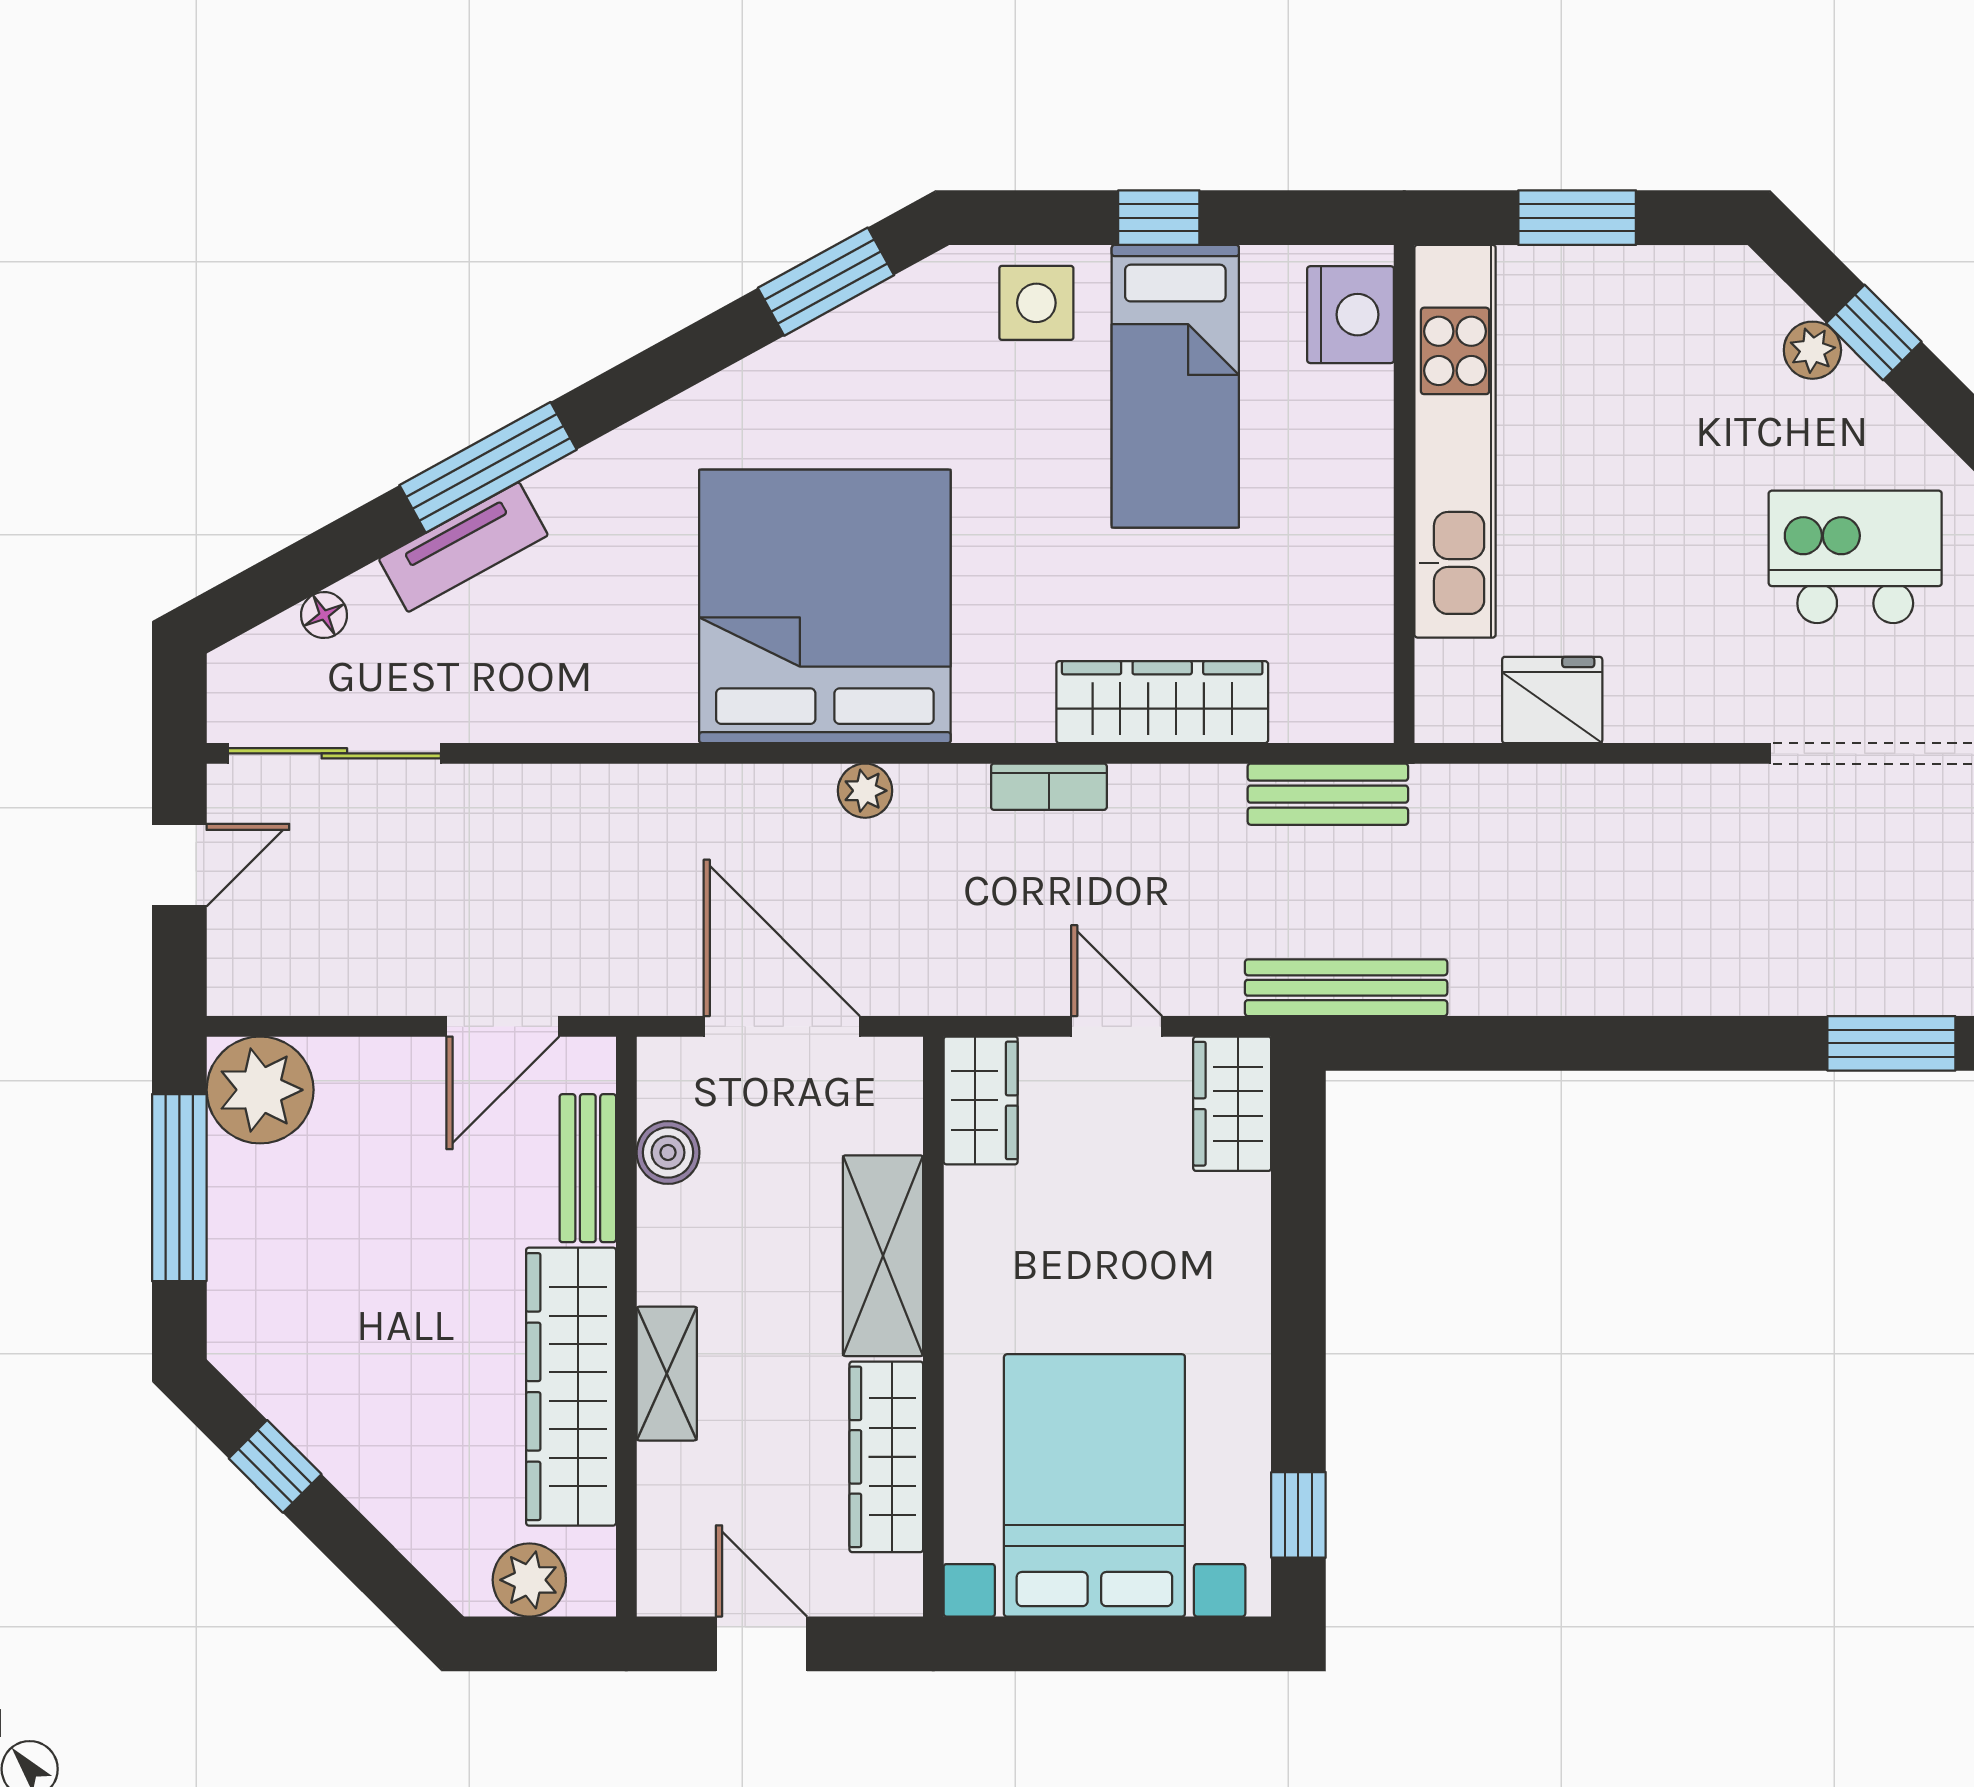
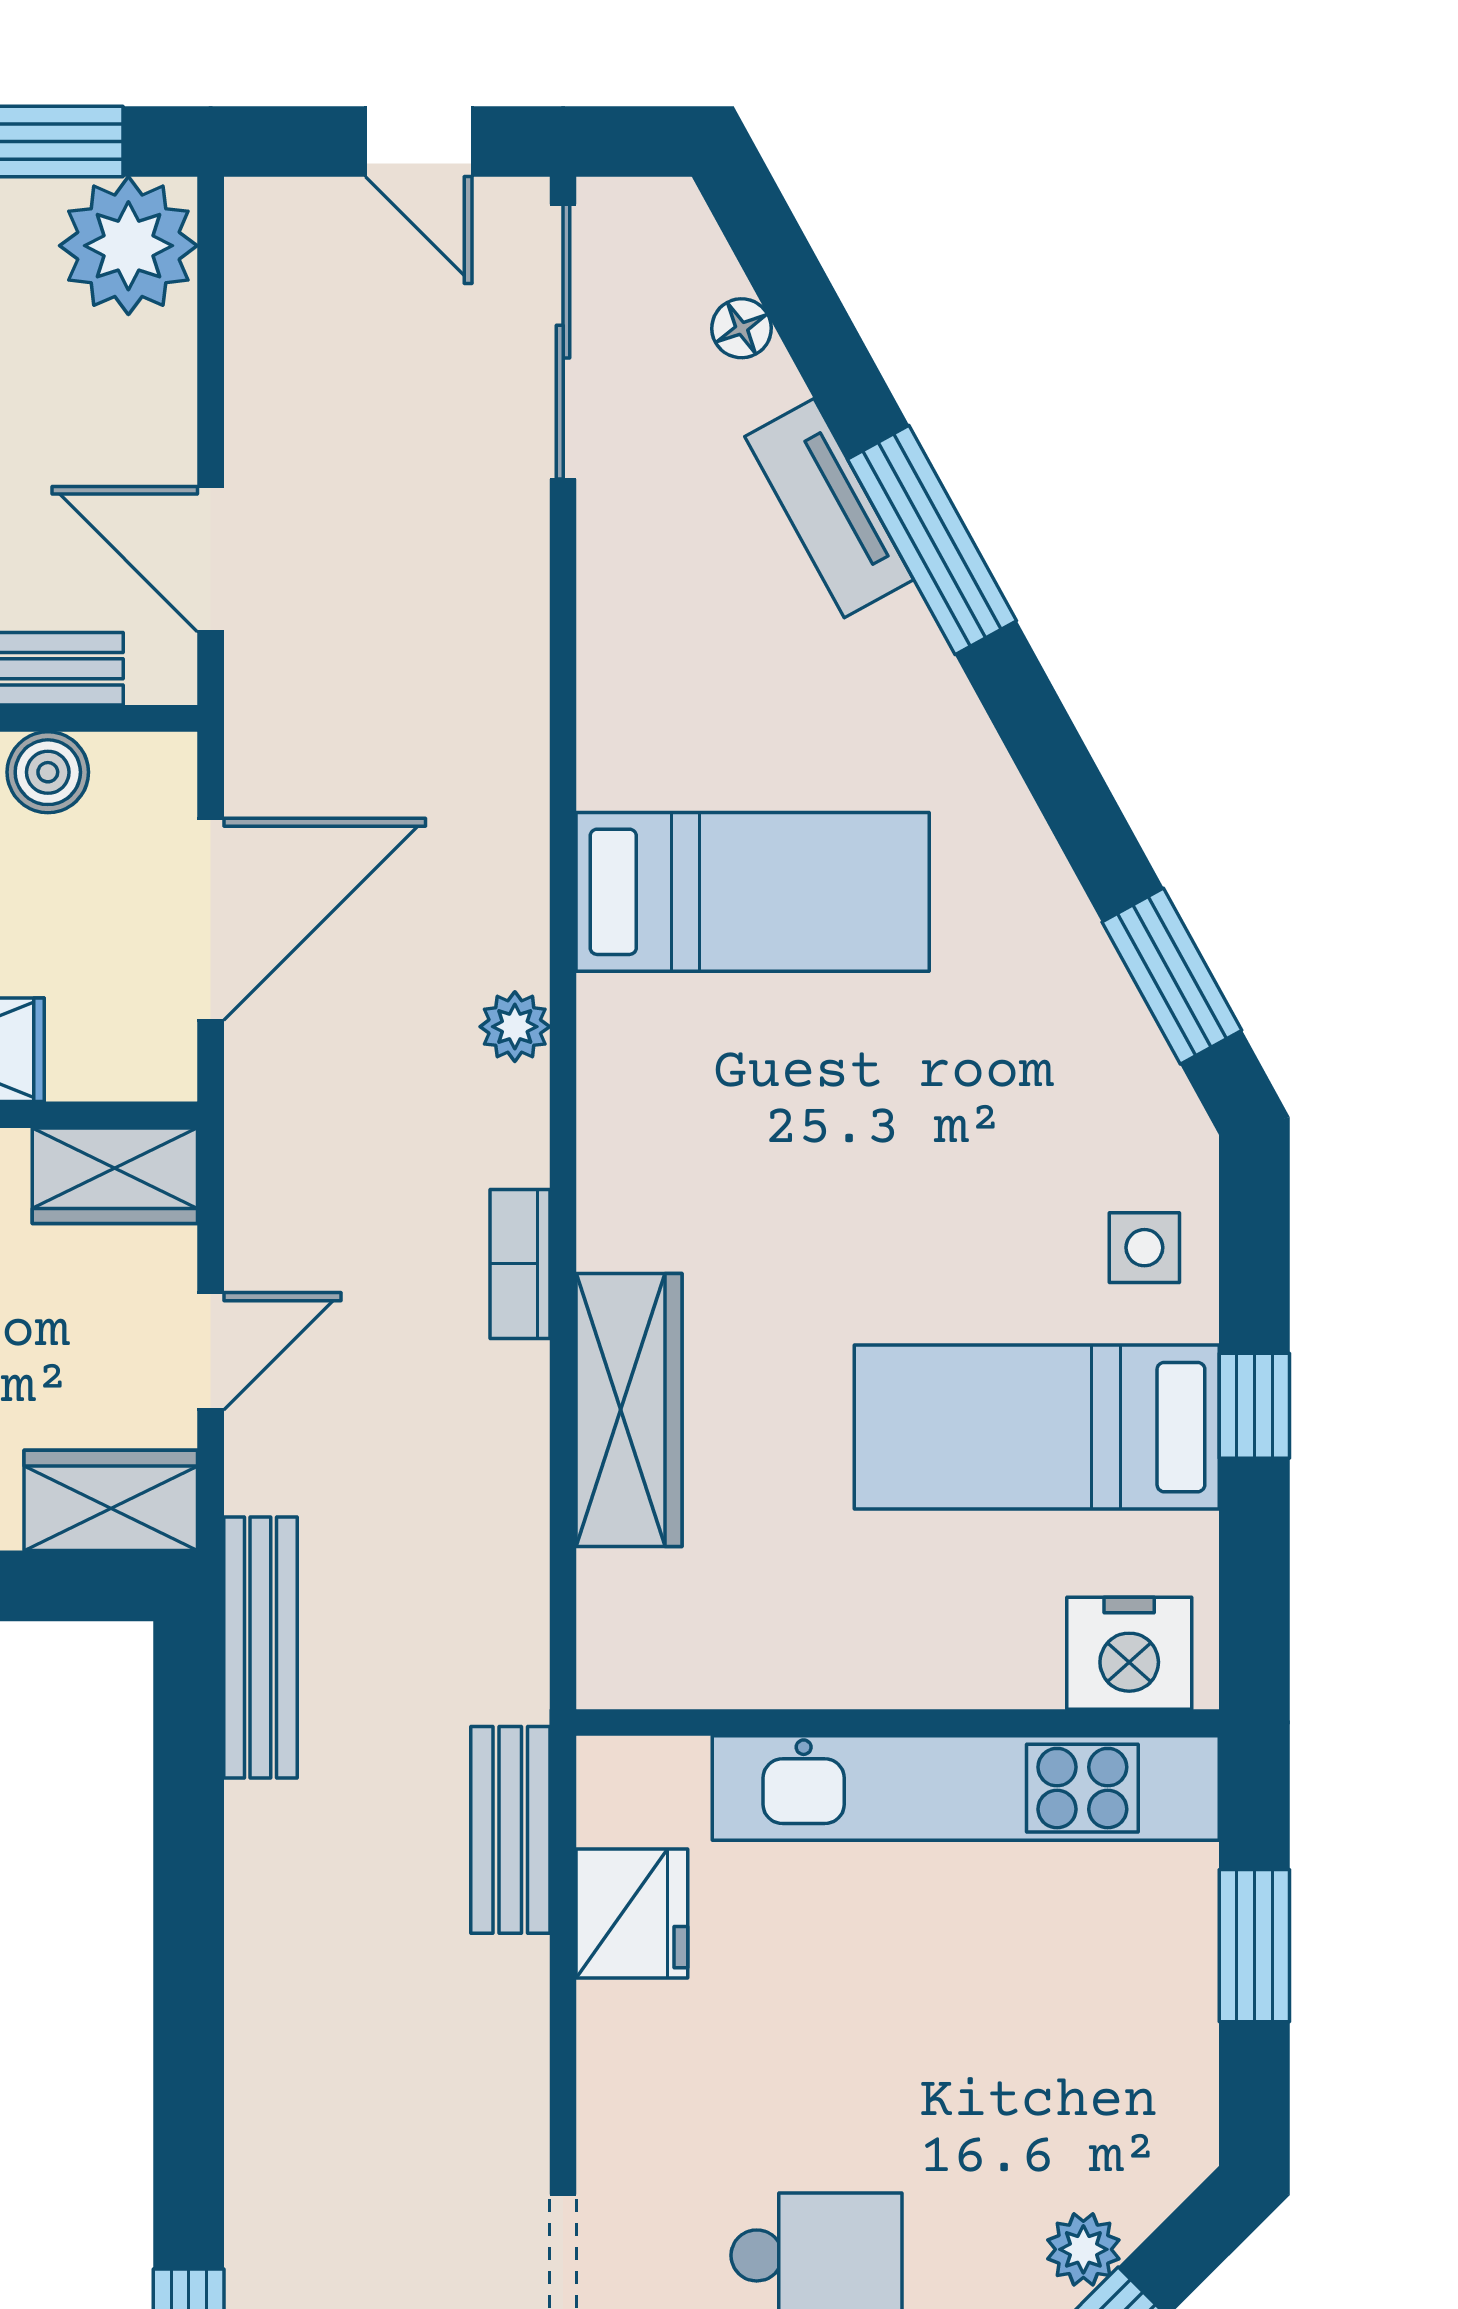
side table: (1036, 303) -> (1144, 1248), width x0.73, depth x0.73
bed: (825, 606) -> (753, 892), width x0.49
bench: (1328, 794) -> (510, 1830), moved

